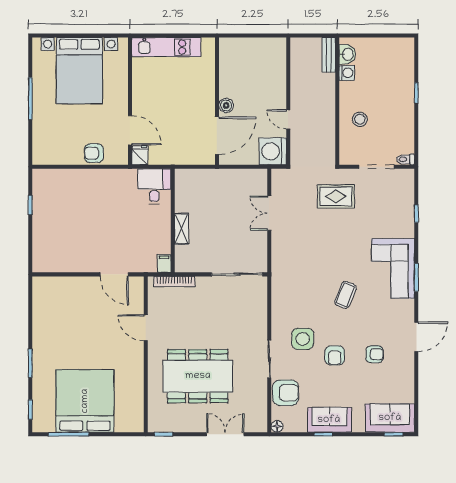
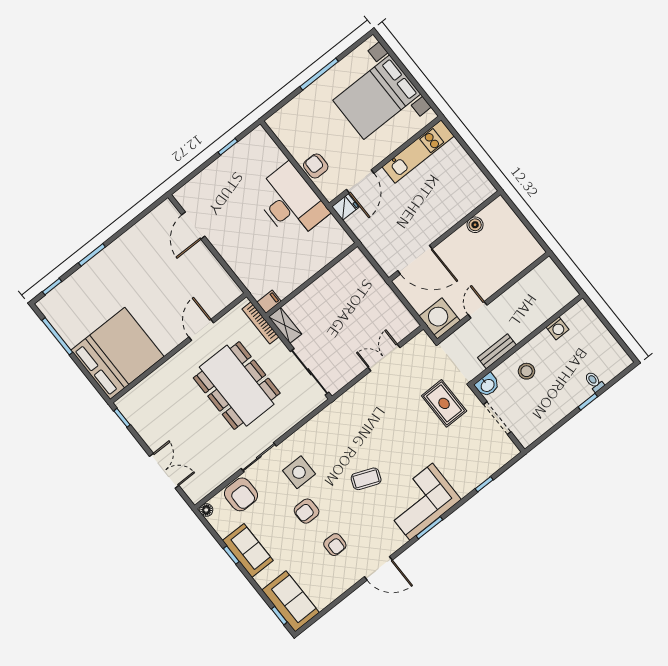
kitchen unit: (166, 47) -> (418, 151), moved, turned -90
washbasin: (347, 54) -> (487, 385), moved
bench: (329, 55) -> (497, 351), moved
boiler: (226, 105) -> (475, 225), moved
toilet: (405, 159) -> (594, 382), moved
desk: (154, 186) -> (290, 202), moved, width x1.87, depth x1.30
shelving: (182, 229) -> (285, 325), moved, turned 90
door: (114, 274) -> (193, 226), moved
dining table: (198, 376) -> (237, 386), moved
bed: (85, 401) -> (117, 353), moved

